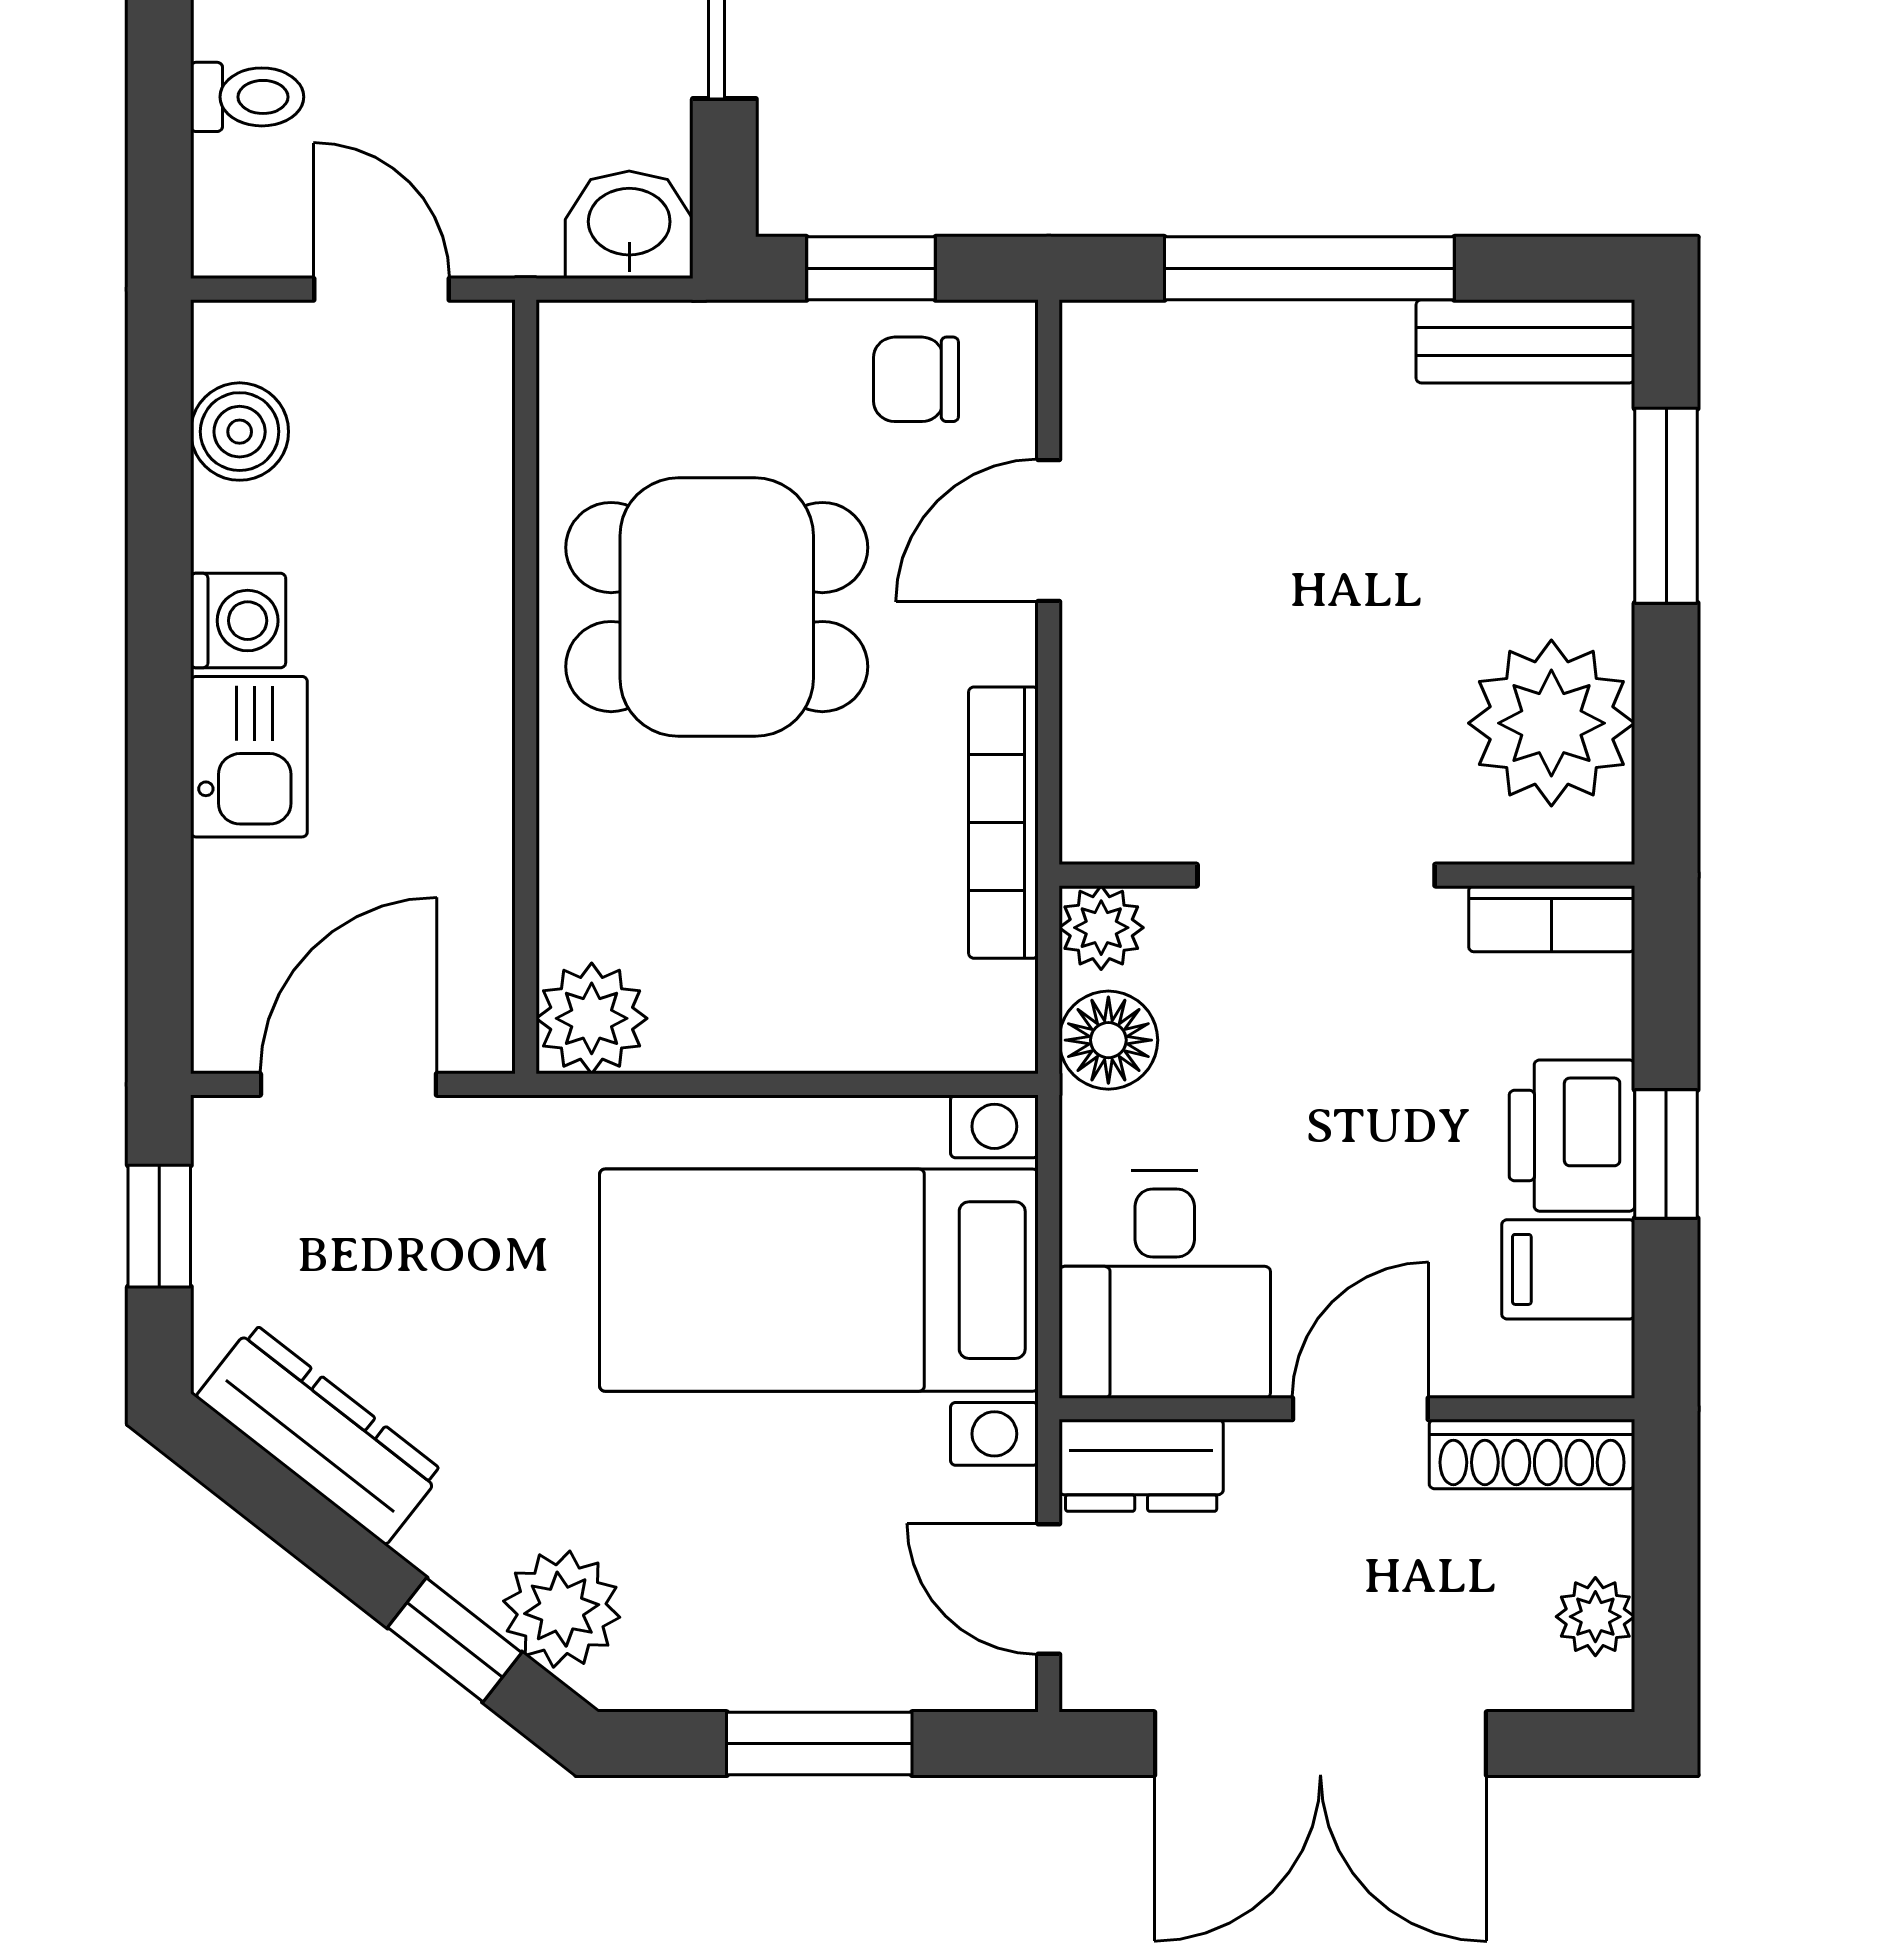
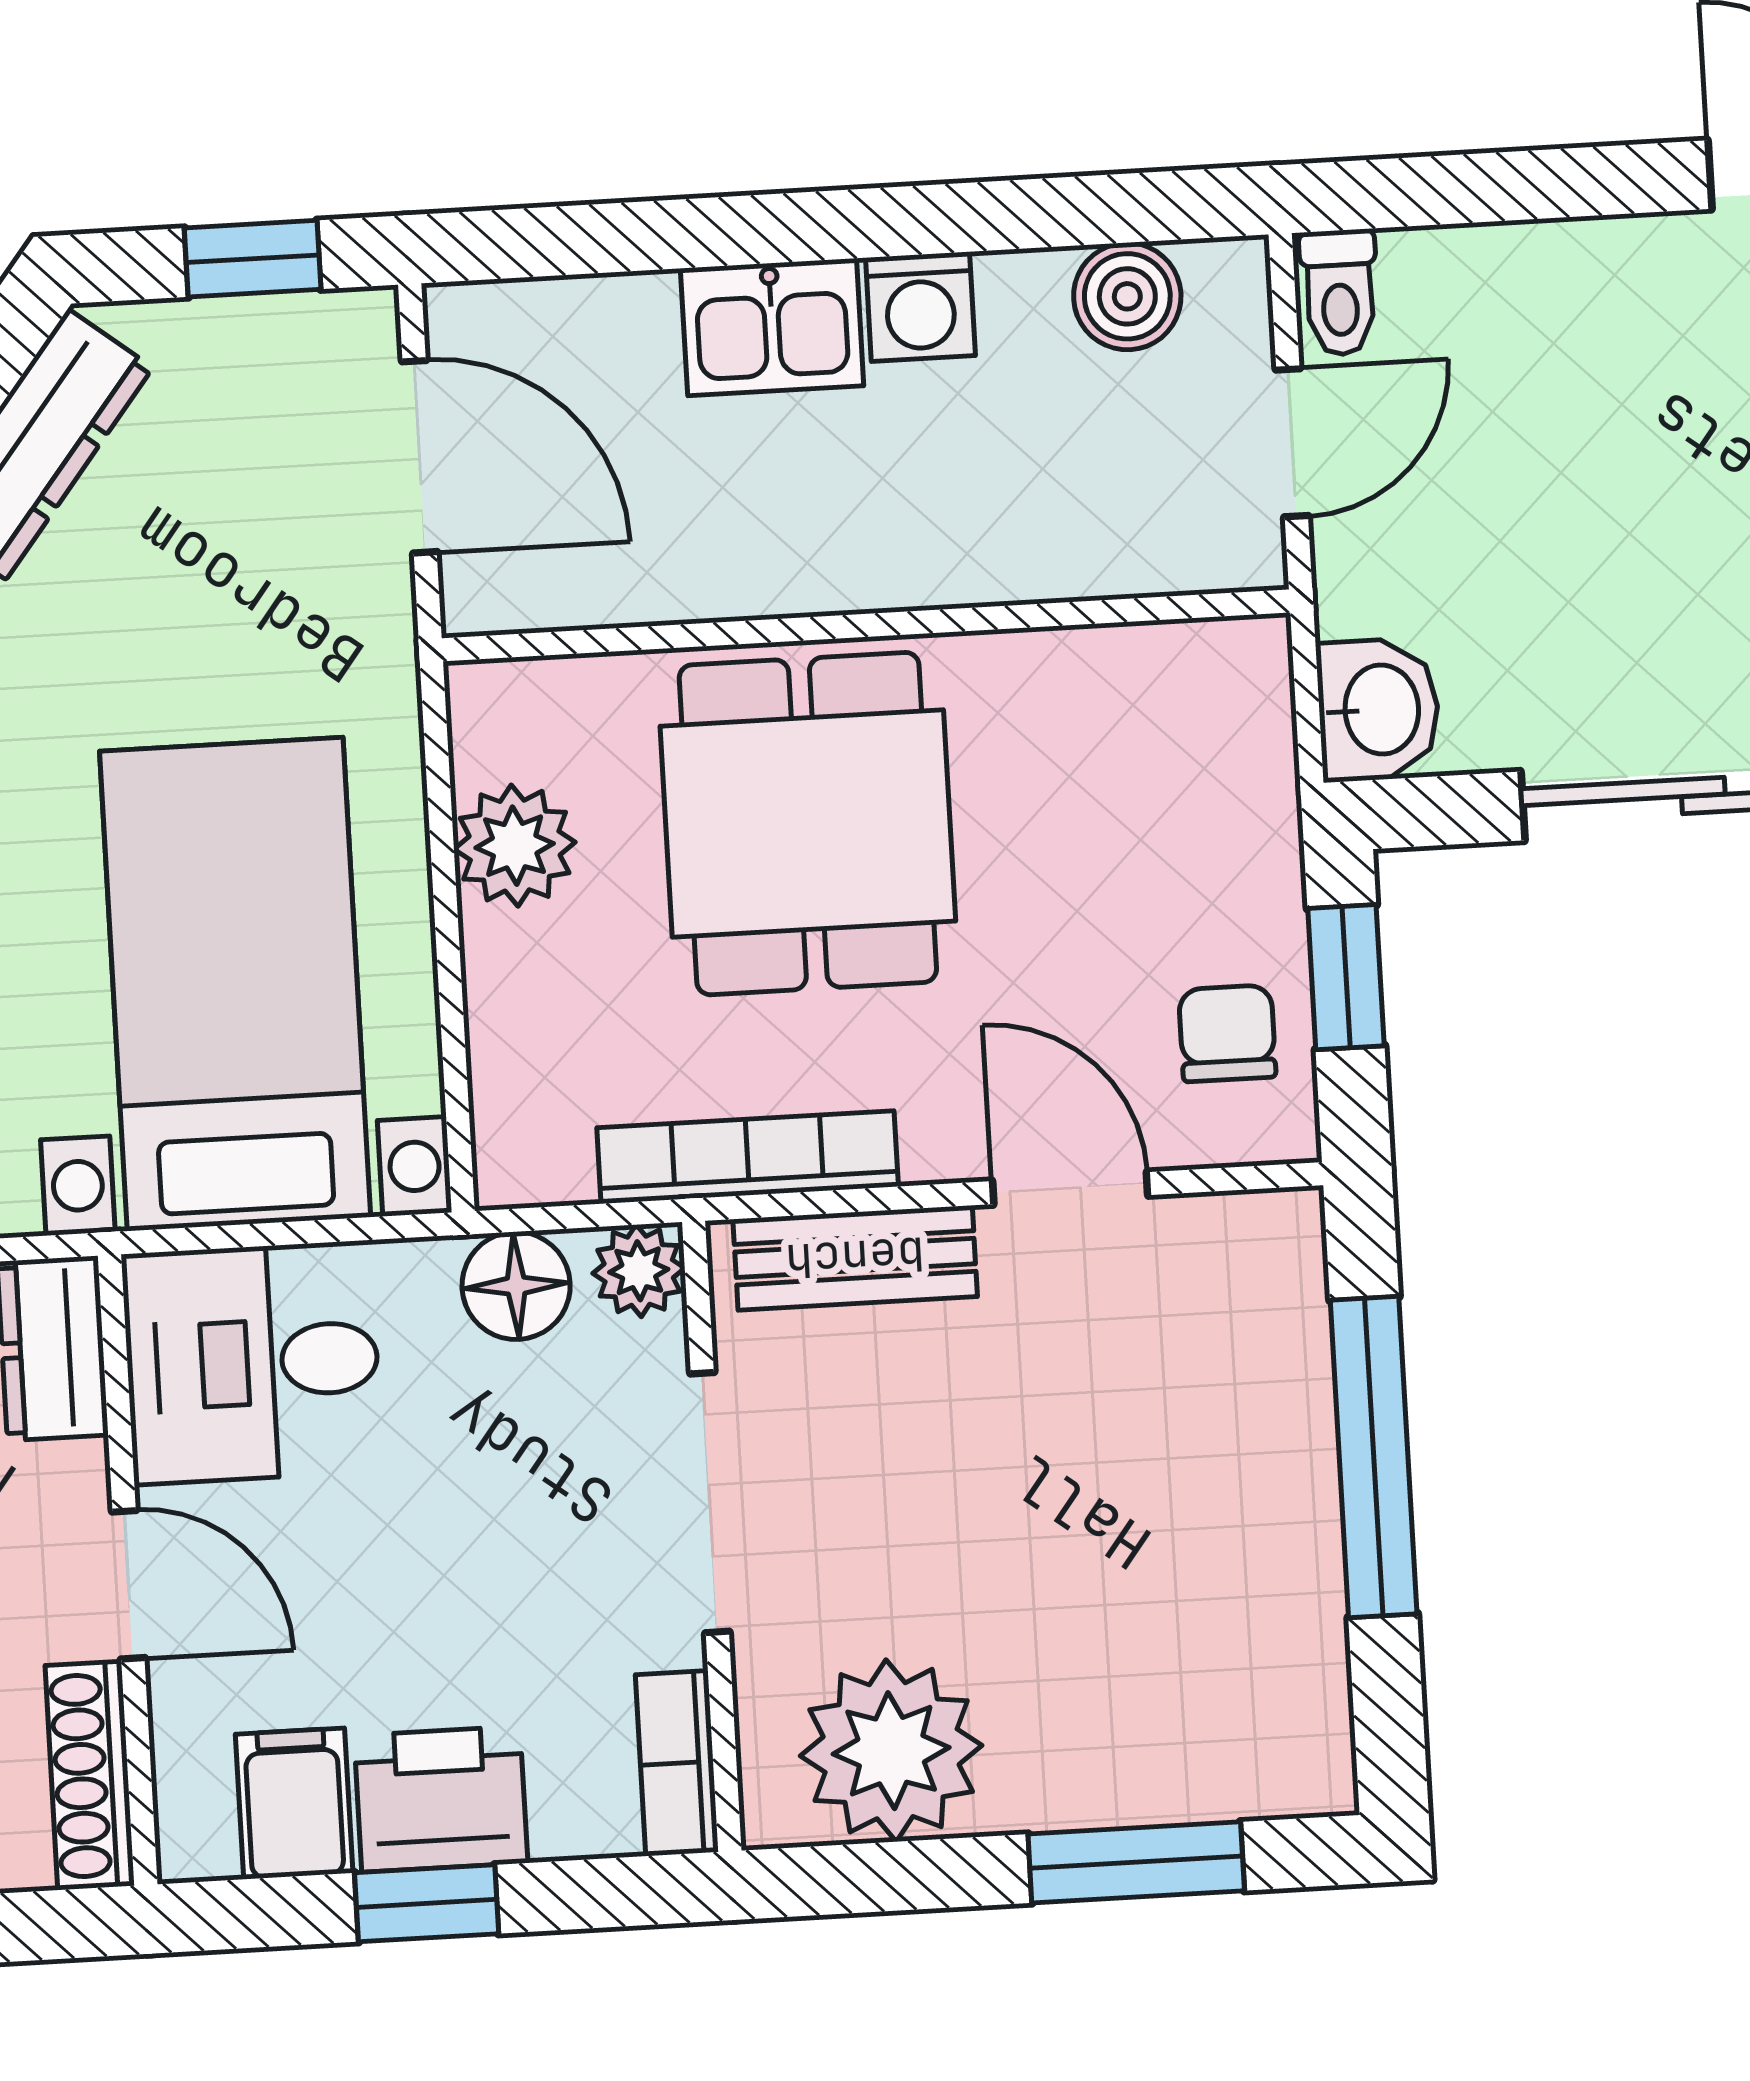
toilet: (247, 97) -> (1339, 292), moved
bench: (1525, 341) -> (855, 1258), moved, turned 90
dining table: (717, 607) -> (808, 824), moved
plant: (592, 1018) -> (515, 846), moved

